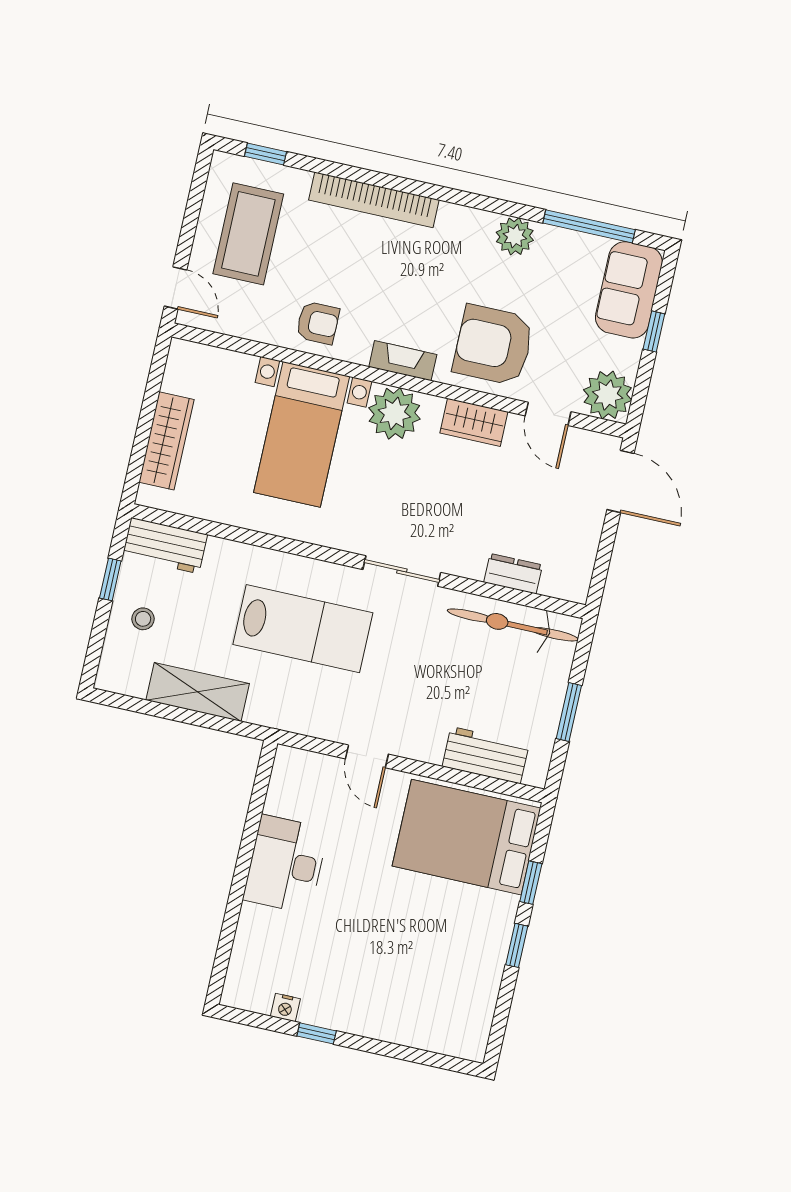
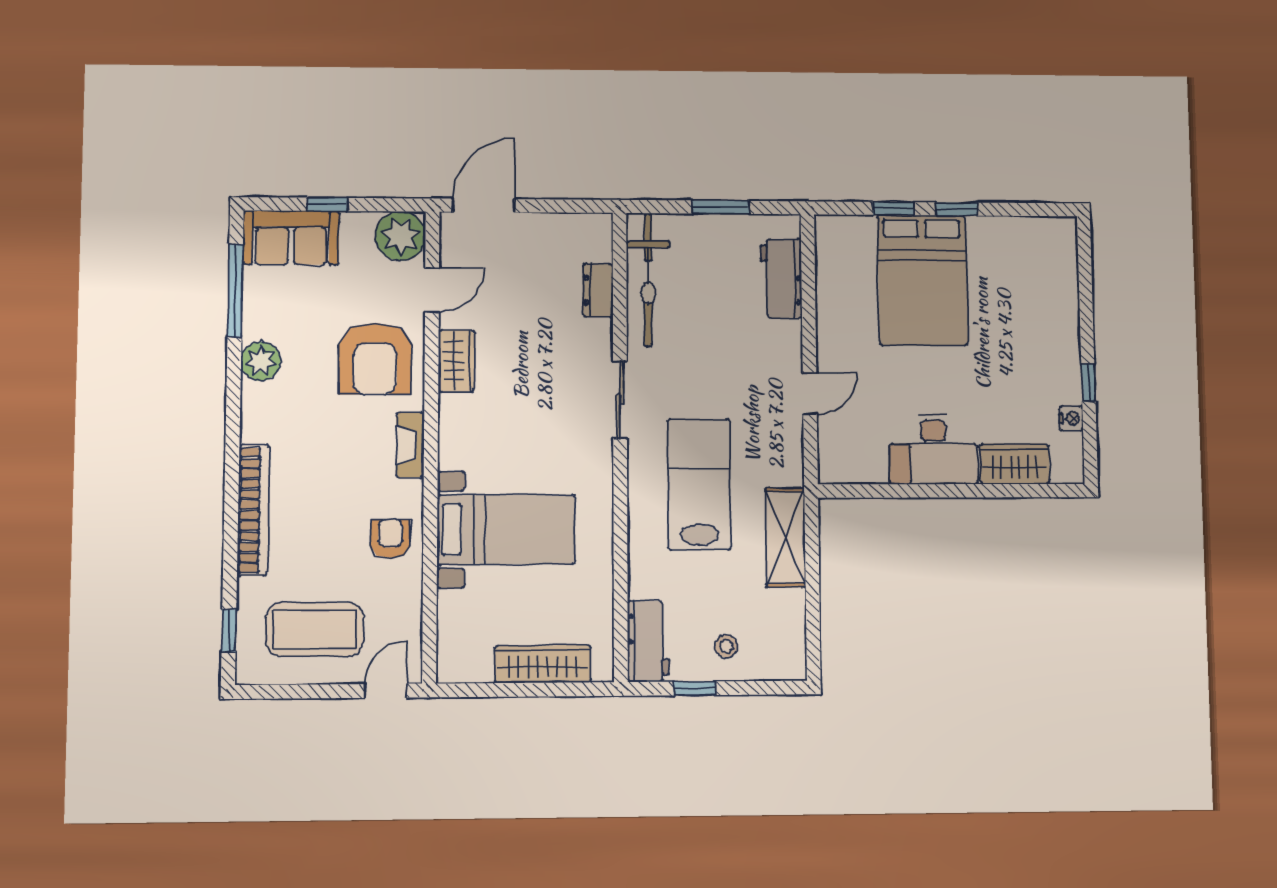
plant: (394, 413) -> (465, 442), removed
shelving: (198, 692) -> (785, 537), moved
bed: (466, 837) -> (922, 280), moved
wardrobe: (254, 941) -> (1015, 464), added

